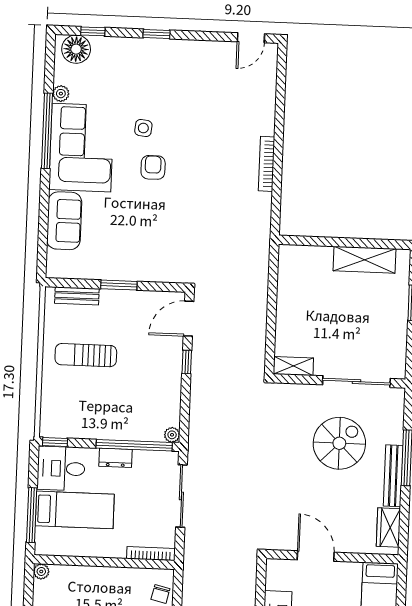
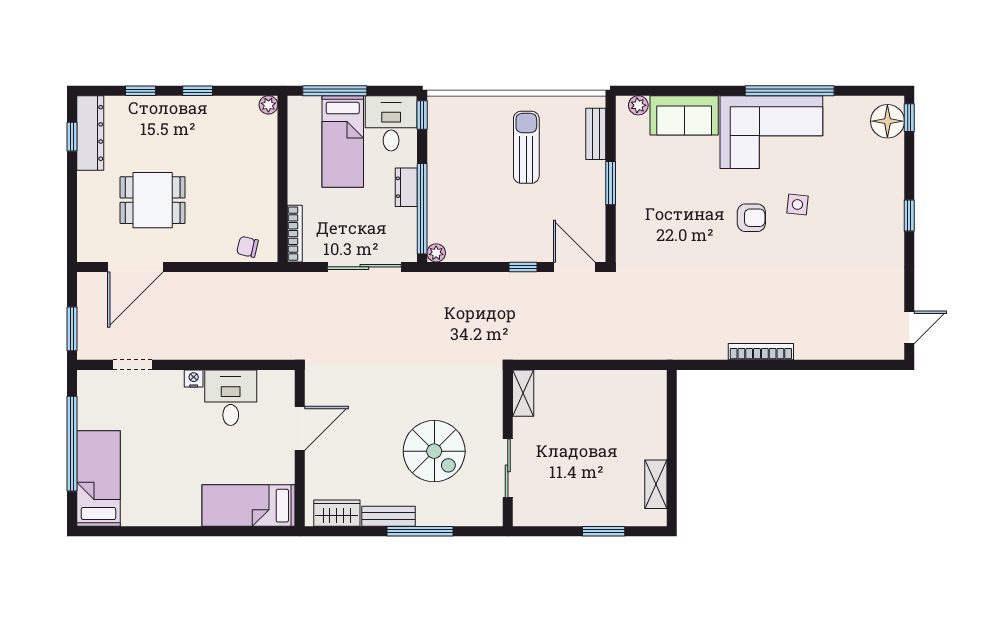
window: (93, 31) -> (909, 118), moved
door: (251, 38) -> (909, 327), swing flipped
plant: (61, 94) -> (638, 105), moved
shelving: (364, 260) -> (656, 484), width x0.67, depth x0.75
sliding door: (356, 382) -> (508, 468), width x0.73
bench: (393, 476) -> (388, 516), width x0.73

